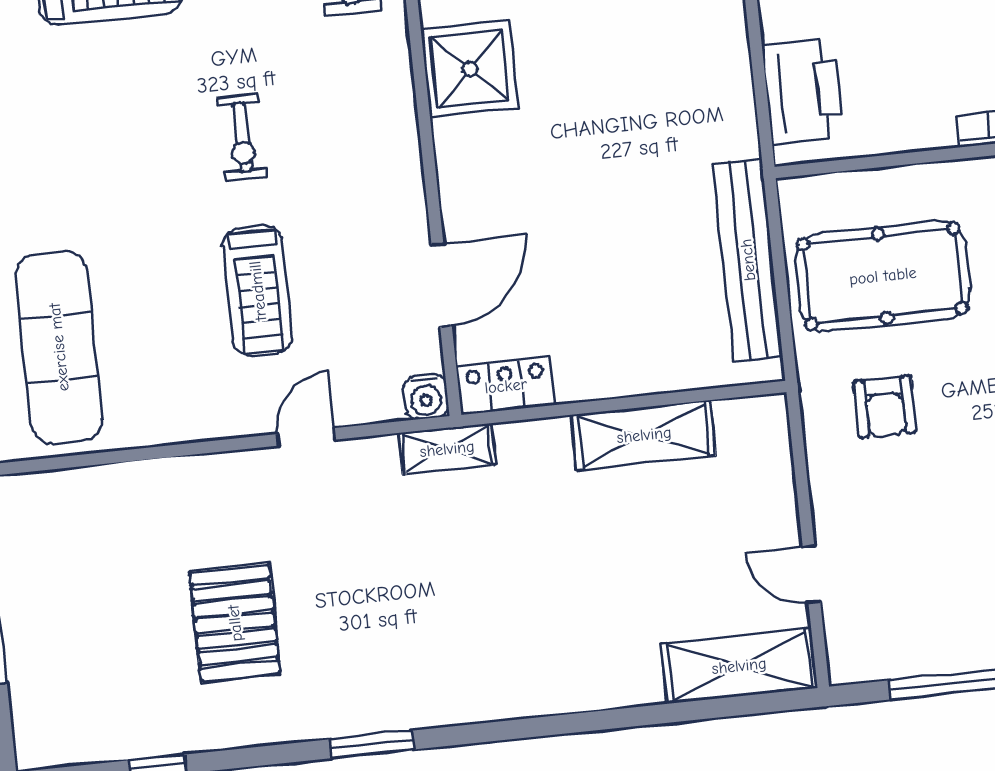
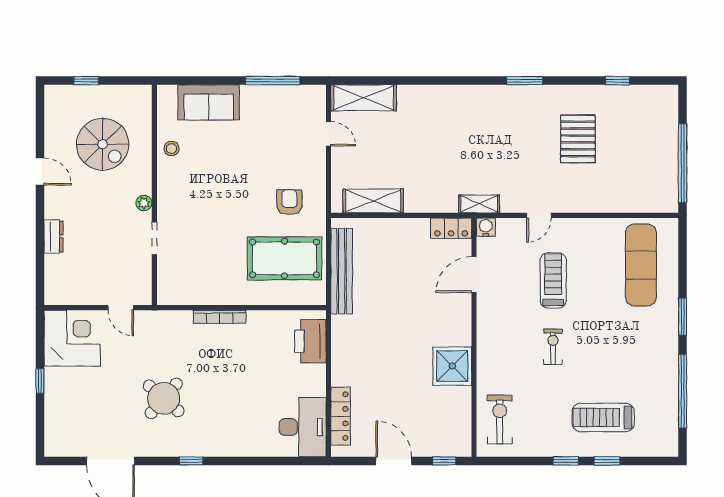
shelving: (644, 435) -> (373, 201), moved

